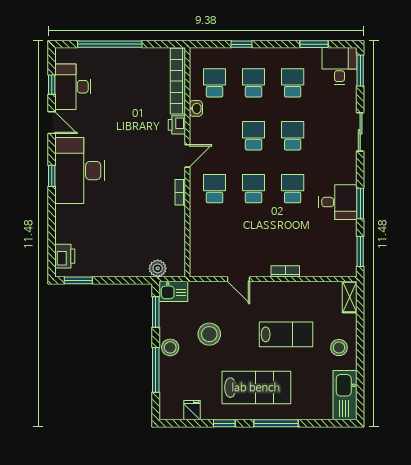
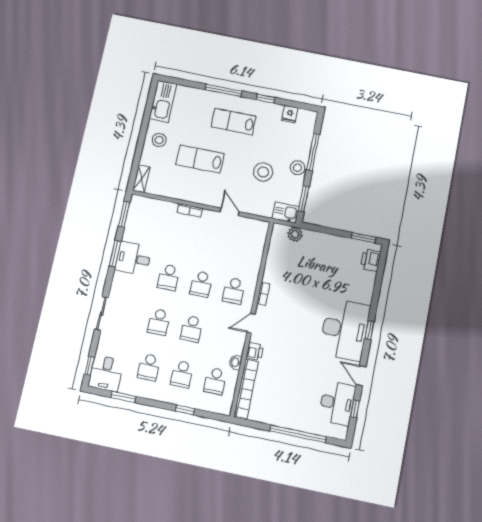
window: (360, 70) -> (89, 366), width x0.67
lab bench: (256, 388) -> (233, 122), width x0.73, depth x0.72

